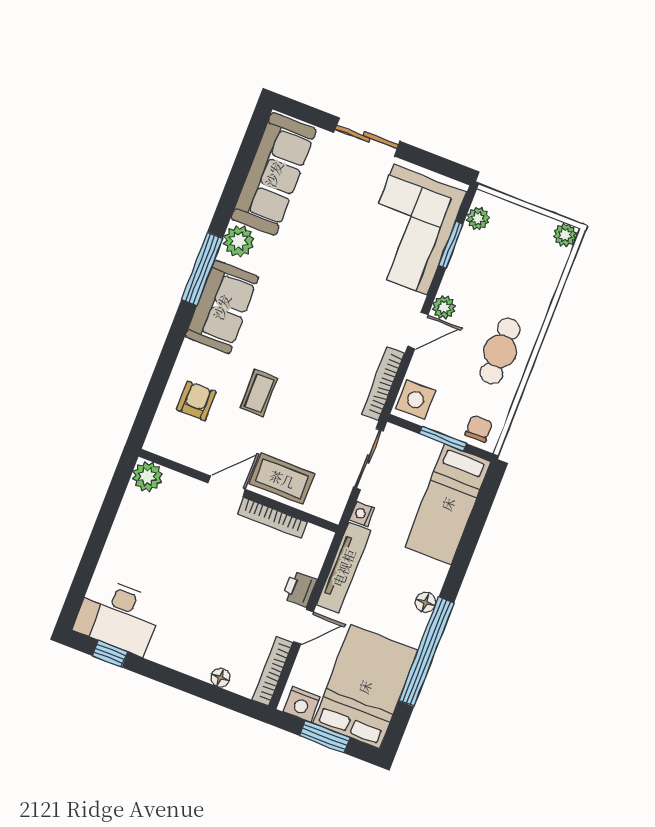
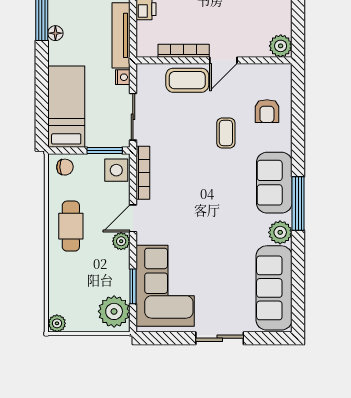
plant: (478, 219) -> (114, 311), width x1.88, depth x1.88
chair: (479, 429) -> (65, 167), turned -91
window: (443, 439) -> (105, 151), moved

